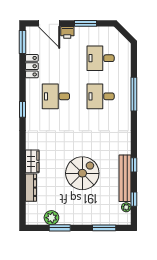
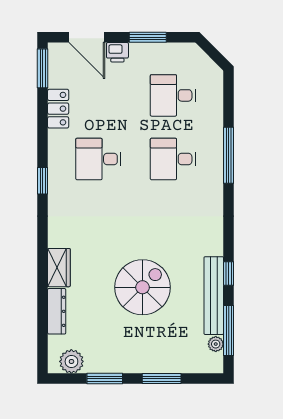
window: (134, 199) -> (229, 331), width x2.17
plant: (51, 218) -> (71, 361), moved
window: (104, 228) -> (162, 379), moved

